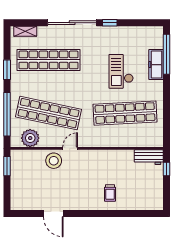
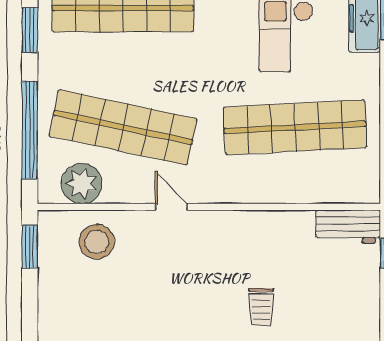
door: (70, 148) -> (171, 207), hinge flipped
stool: (54, 161) -> (97, 242), moved

